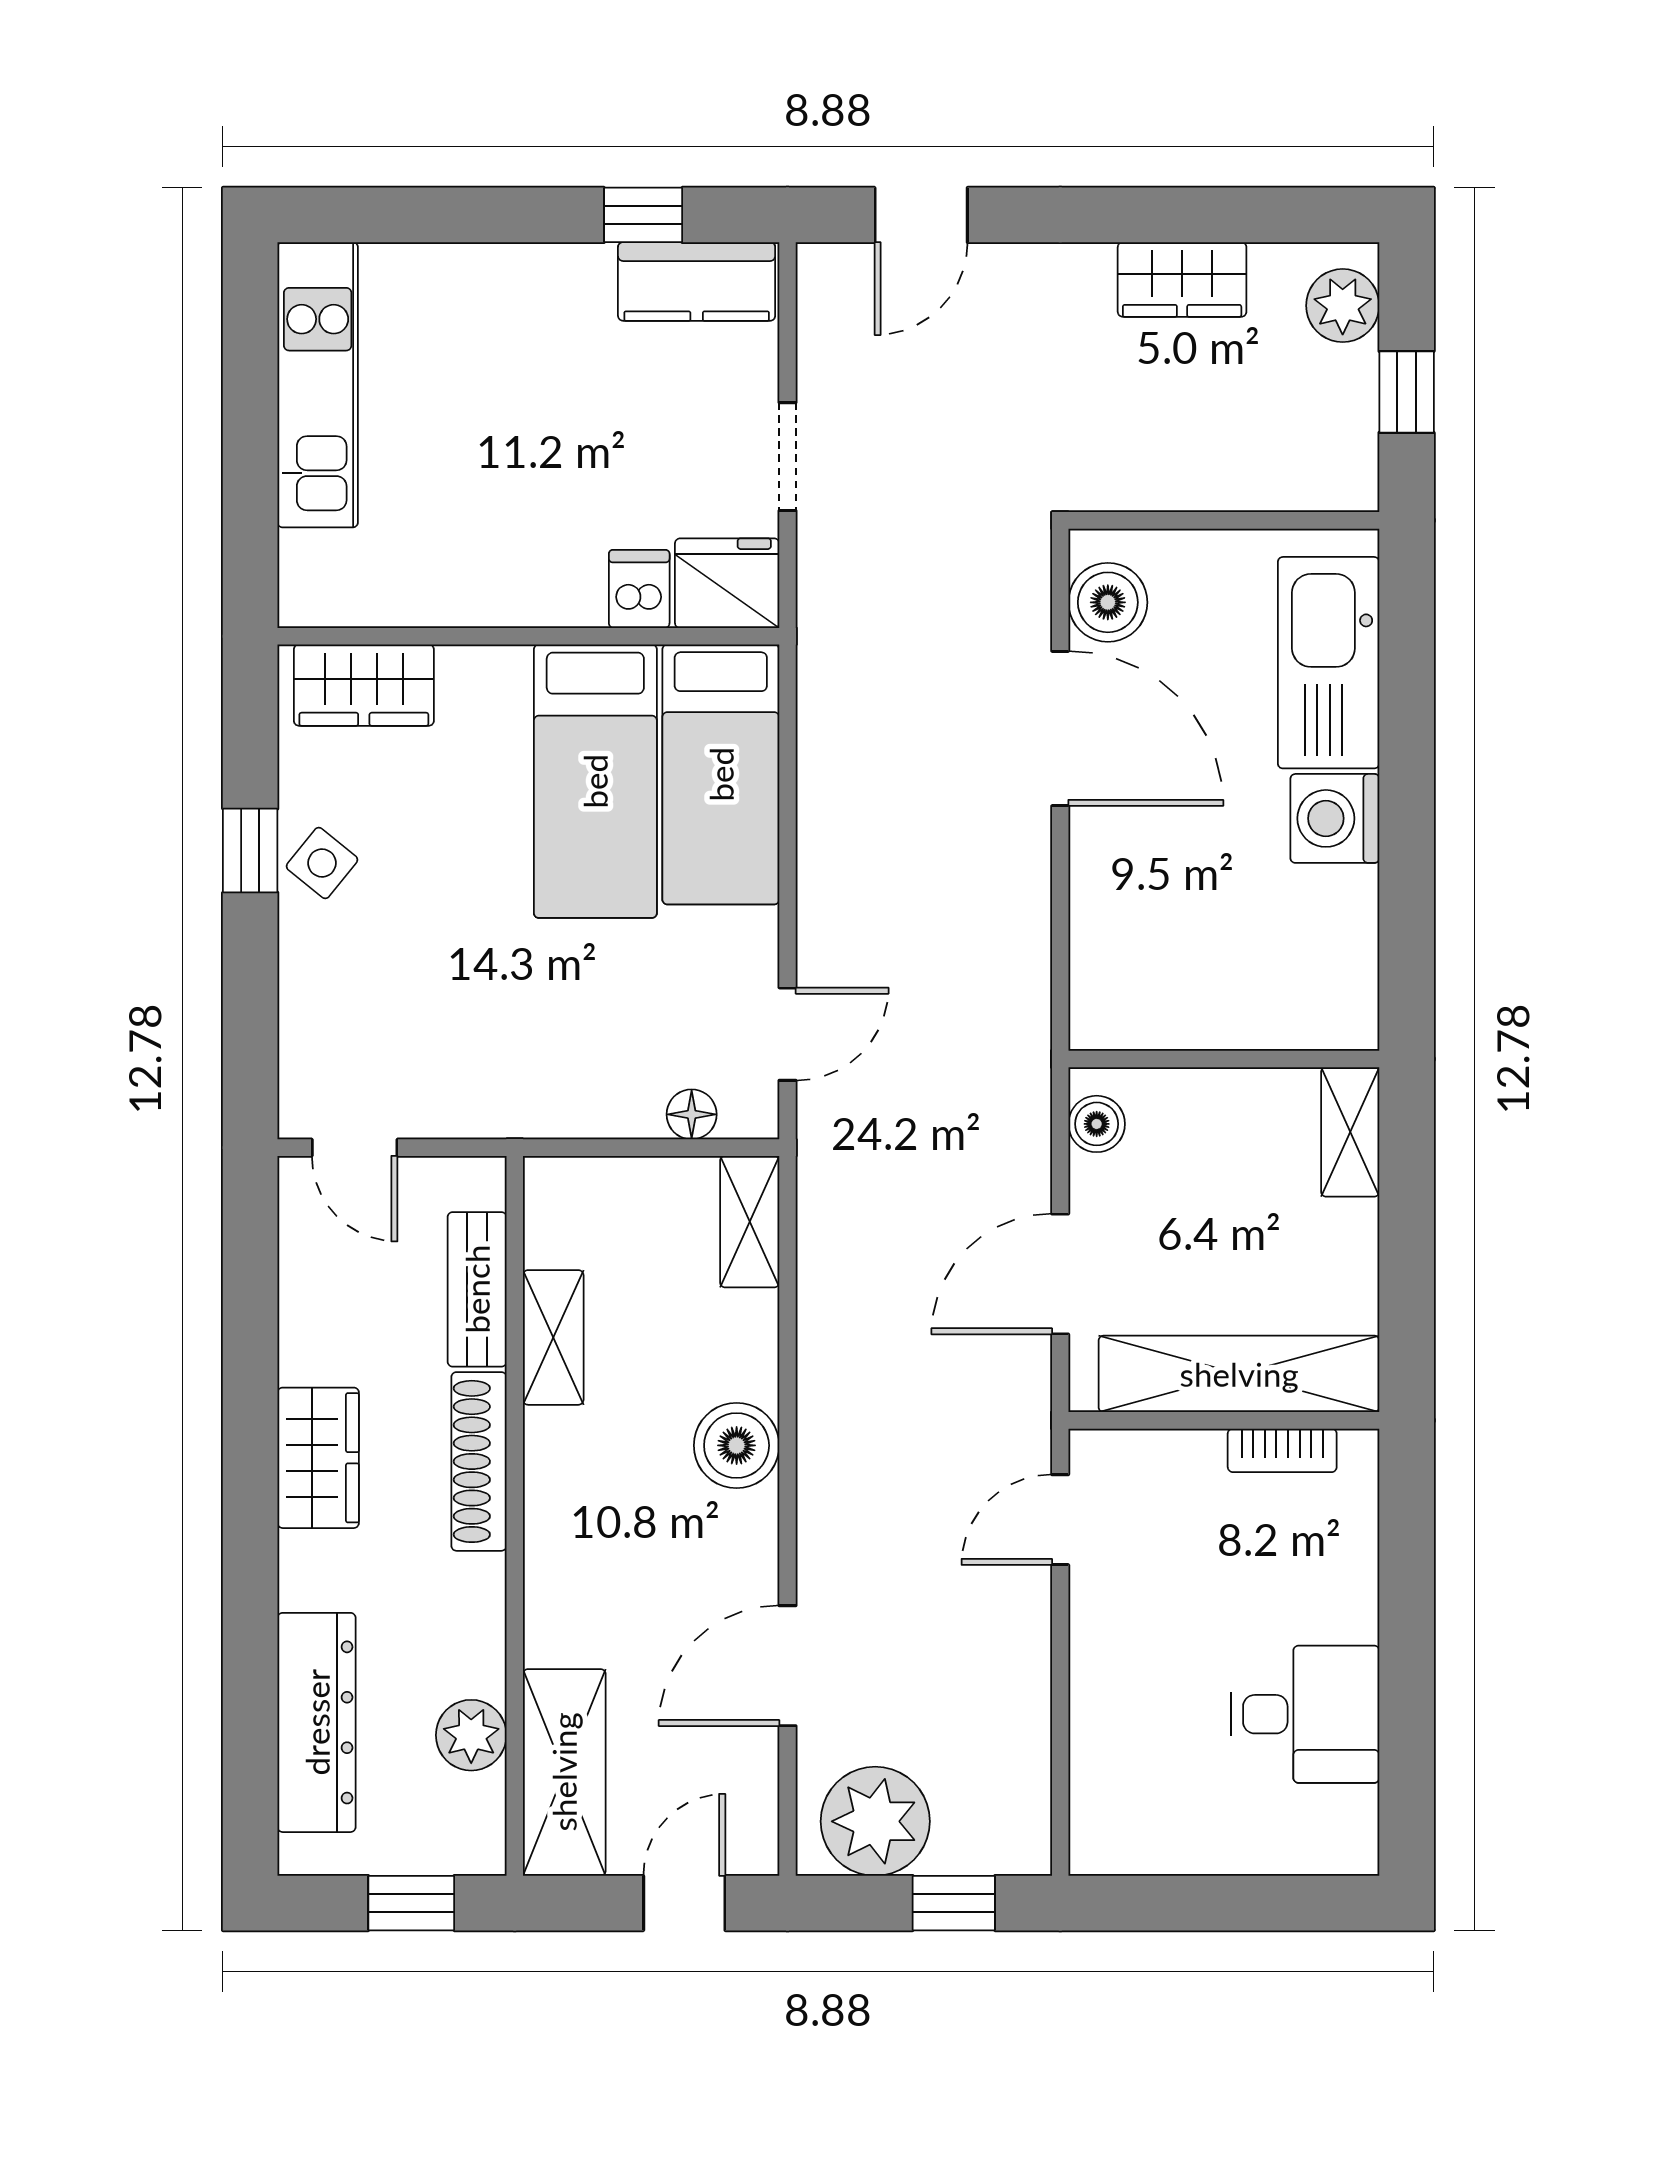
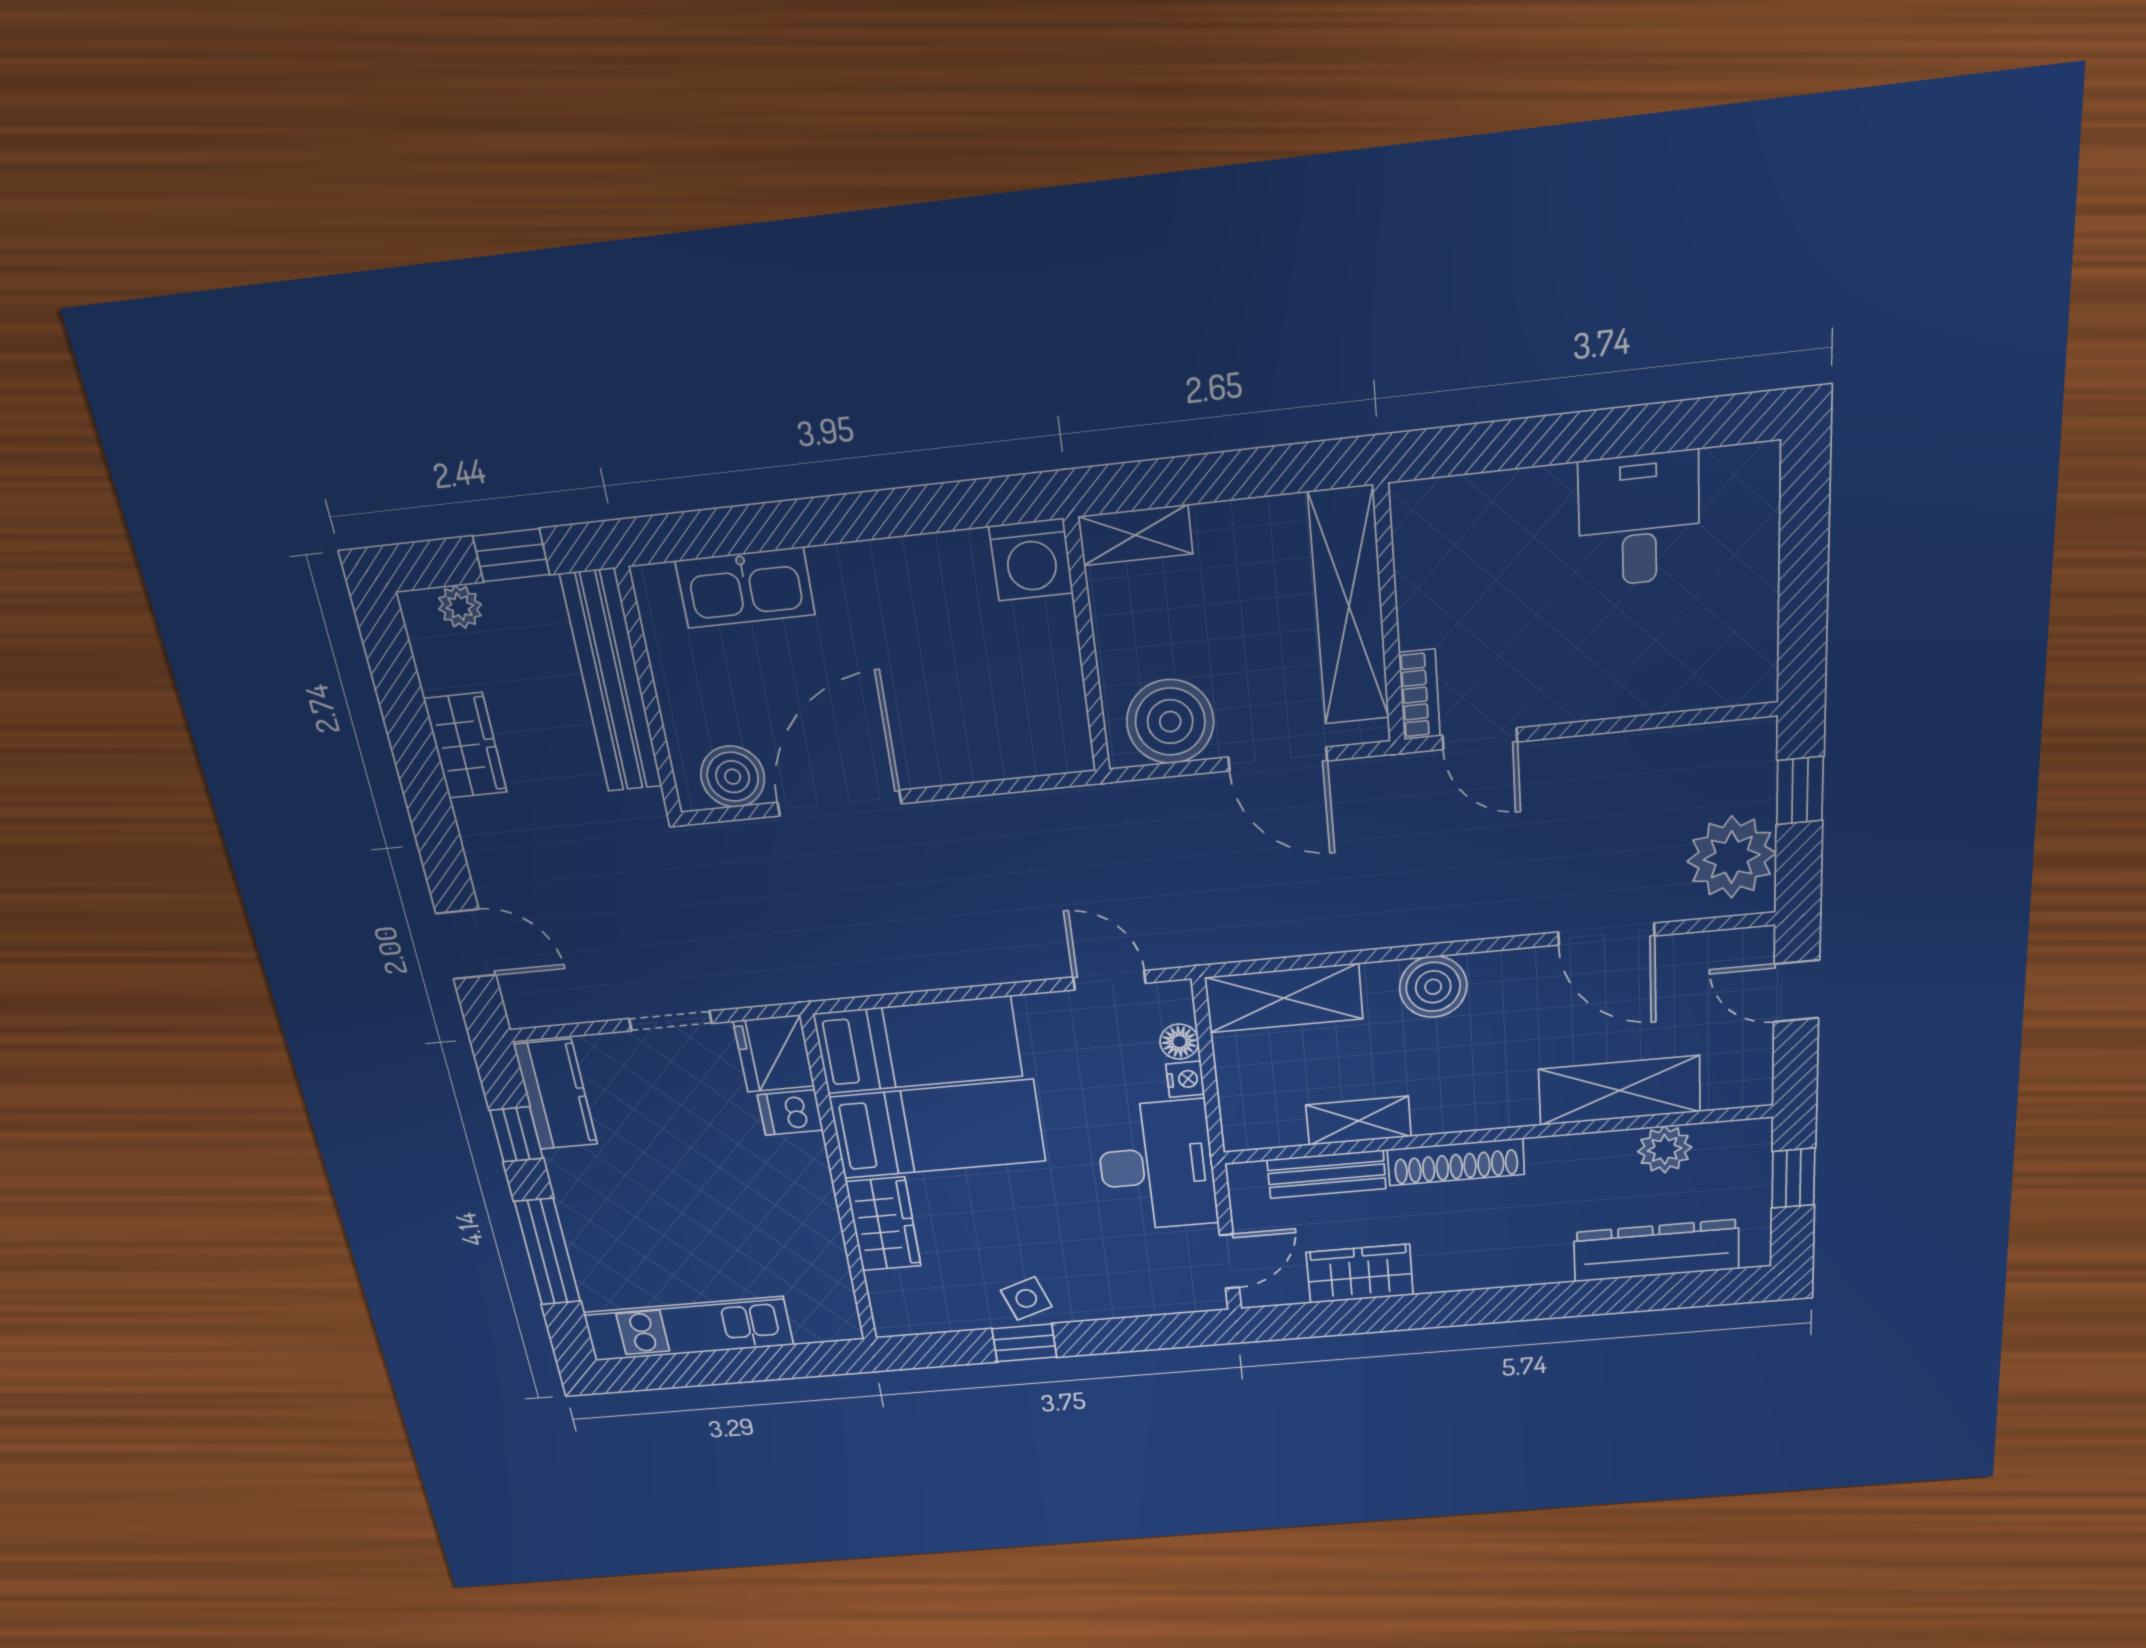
window: (459, 215) -> (548, 1252), added
plant: (1343, 306) -> (460, 607), width x0.73, depth x0.73
bench: (1242, 478) -> (612, 682), added
kitchen sink: (1329, 663) -> (745, 588), width x0.73, depth x0.81
wardrobe: (364, 685) -> (883, 1224), moved
washing machine: (1335, 818) -> (1031, 560), moved
side table: (322, 863) -> (1026, 1298), turned 32
desk: (512, 1065) -> (1157, 1166), added
nightstand: (637, 1116) -> (1185, 1079), added
boiler: (1097, 1124) -> (1170, 722), width x1.86, depth x1.86
shelving: (750, 1222) -> (1284, 998), width x1.50, depth x1.33
bookcase: (1282, 1450) -> (1419, 695), moved
wardrobe: (318, 1458) -> (1360, 1274), moved
shelving: (564, 1772) -> (1619, 1091), moved

